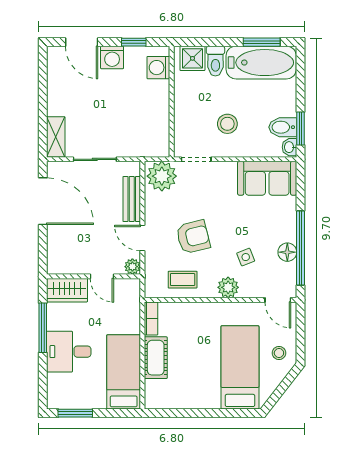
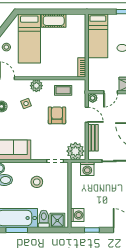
washing machine: (112, 57) -> (87, 169), moved, turned 180
armchair: (193, 237) -> (57, 115), turned 104
door: (102, 276) -> (111, 92), swing flipped
cot: (156, 358) -> (54, 21), moved, turned 90

